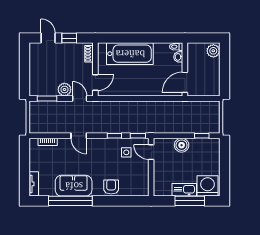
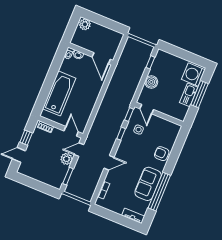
door: (151, 152) -> (147, 109), hinge flipped

